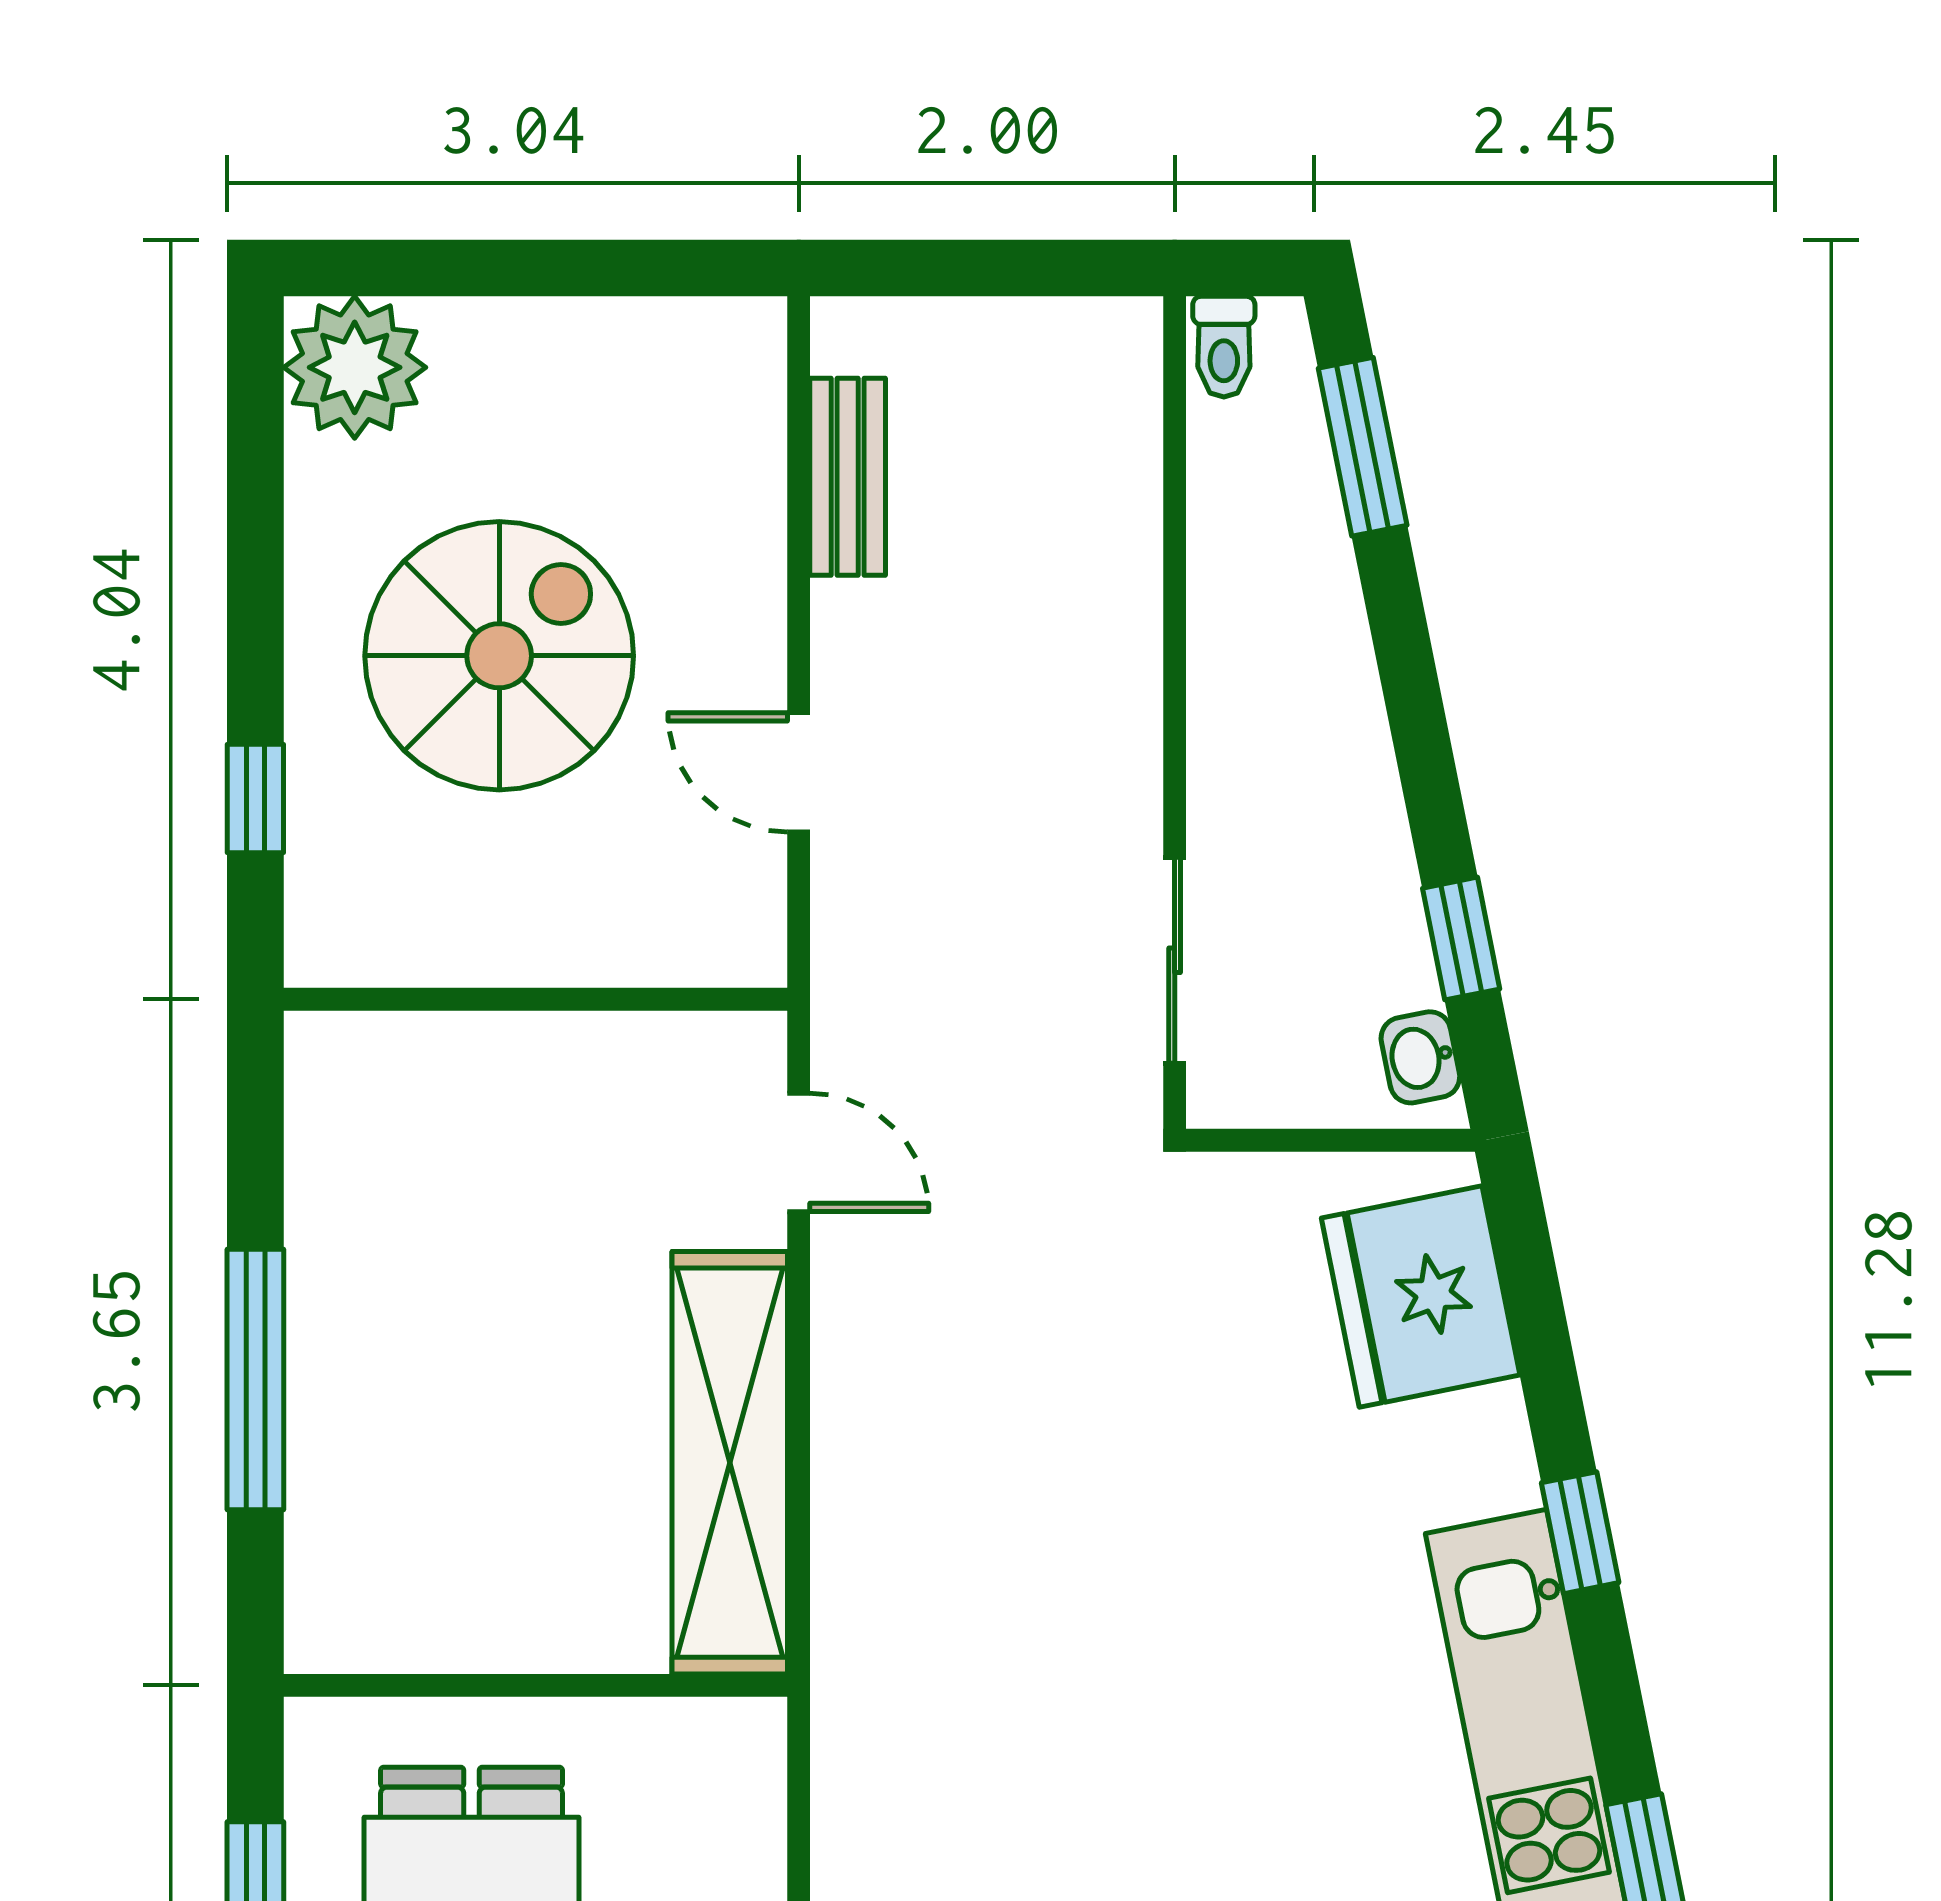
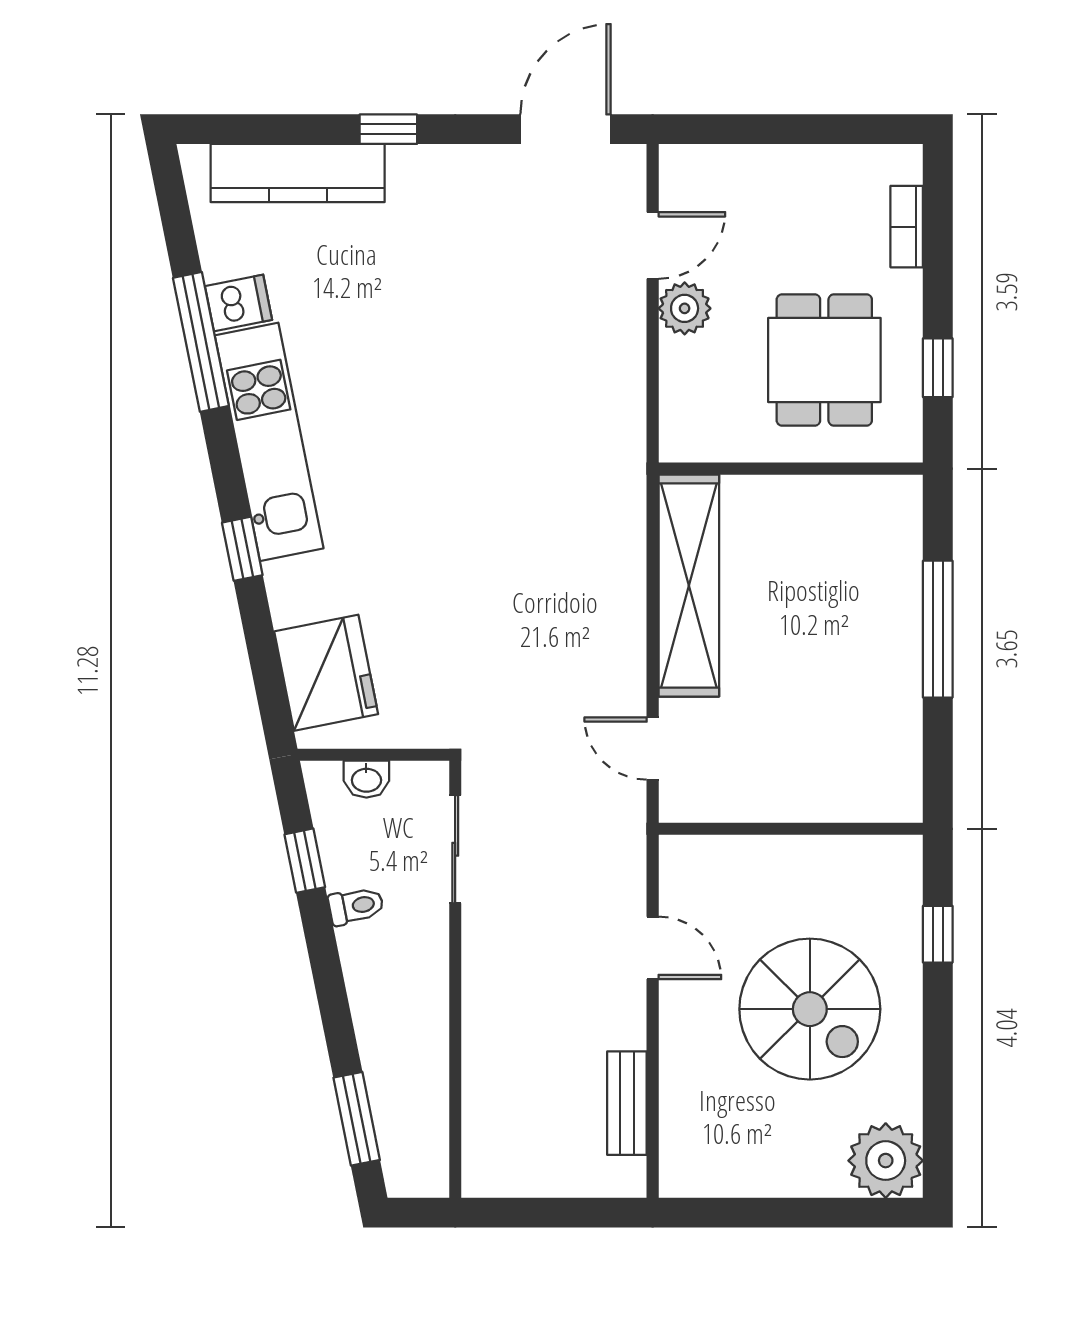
toilet: (1224, 347) -> (356, 906), moved, turned 79
spiral stairs: (499, 656) -> (810, 1009), turned -90
washbasin: (1420, 1057) -> (366, 779), moved, turned 101

